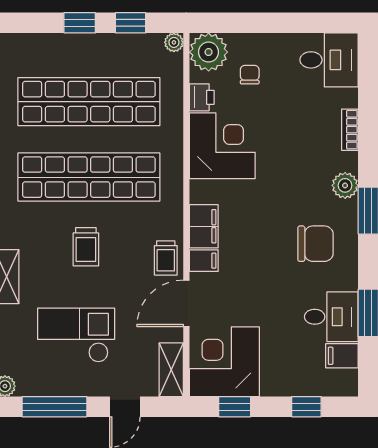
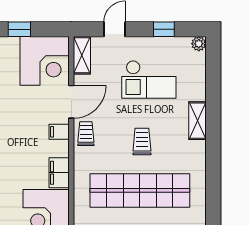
filing cabinet: (204, 226) -> (59, 173), moved
window: (54, 407) -> (164, 29), width x0.46
window: (235, 407) -> (19, 29), moved

